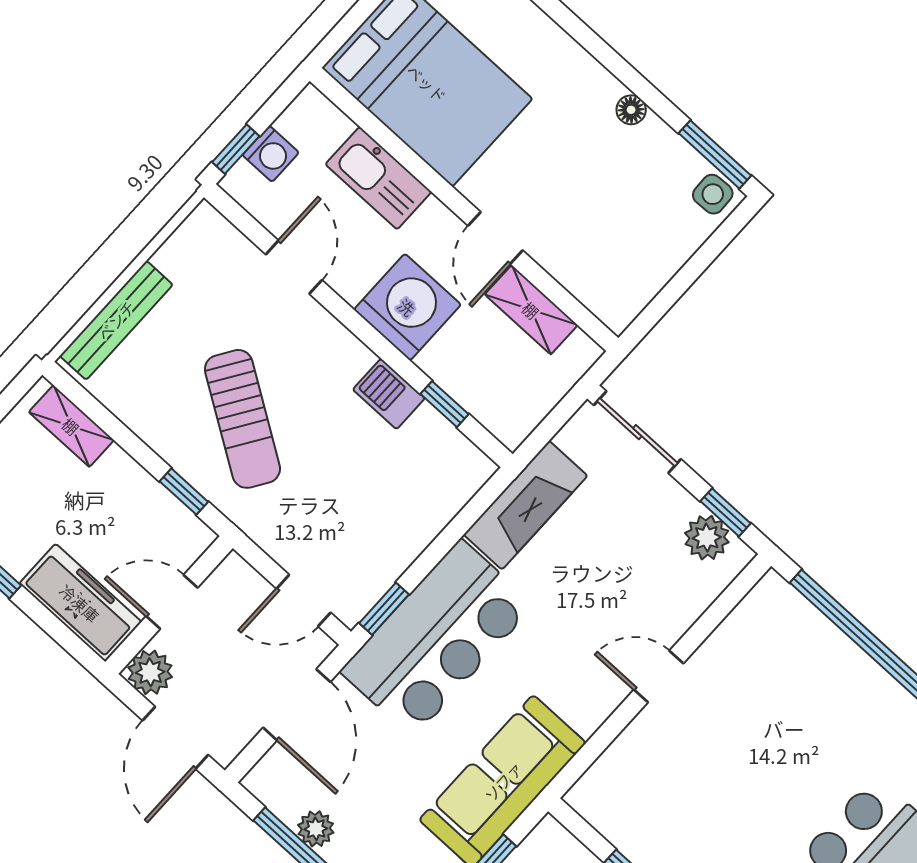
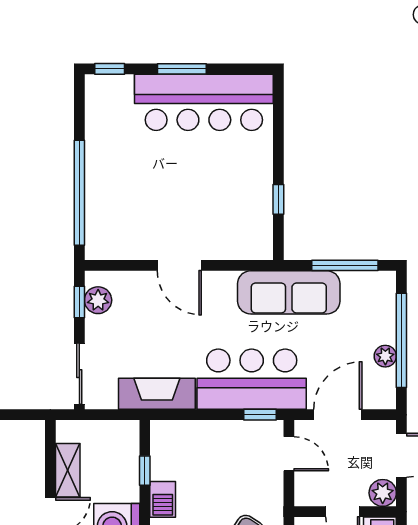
door: (659, 677) -> (179, 265), width x1.38

